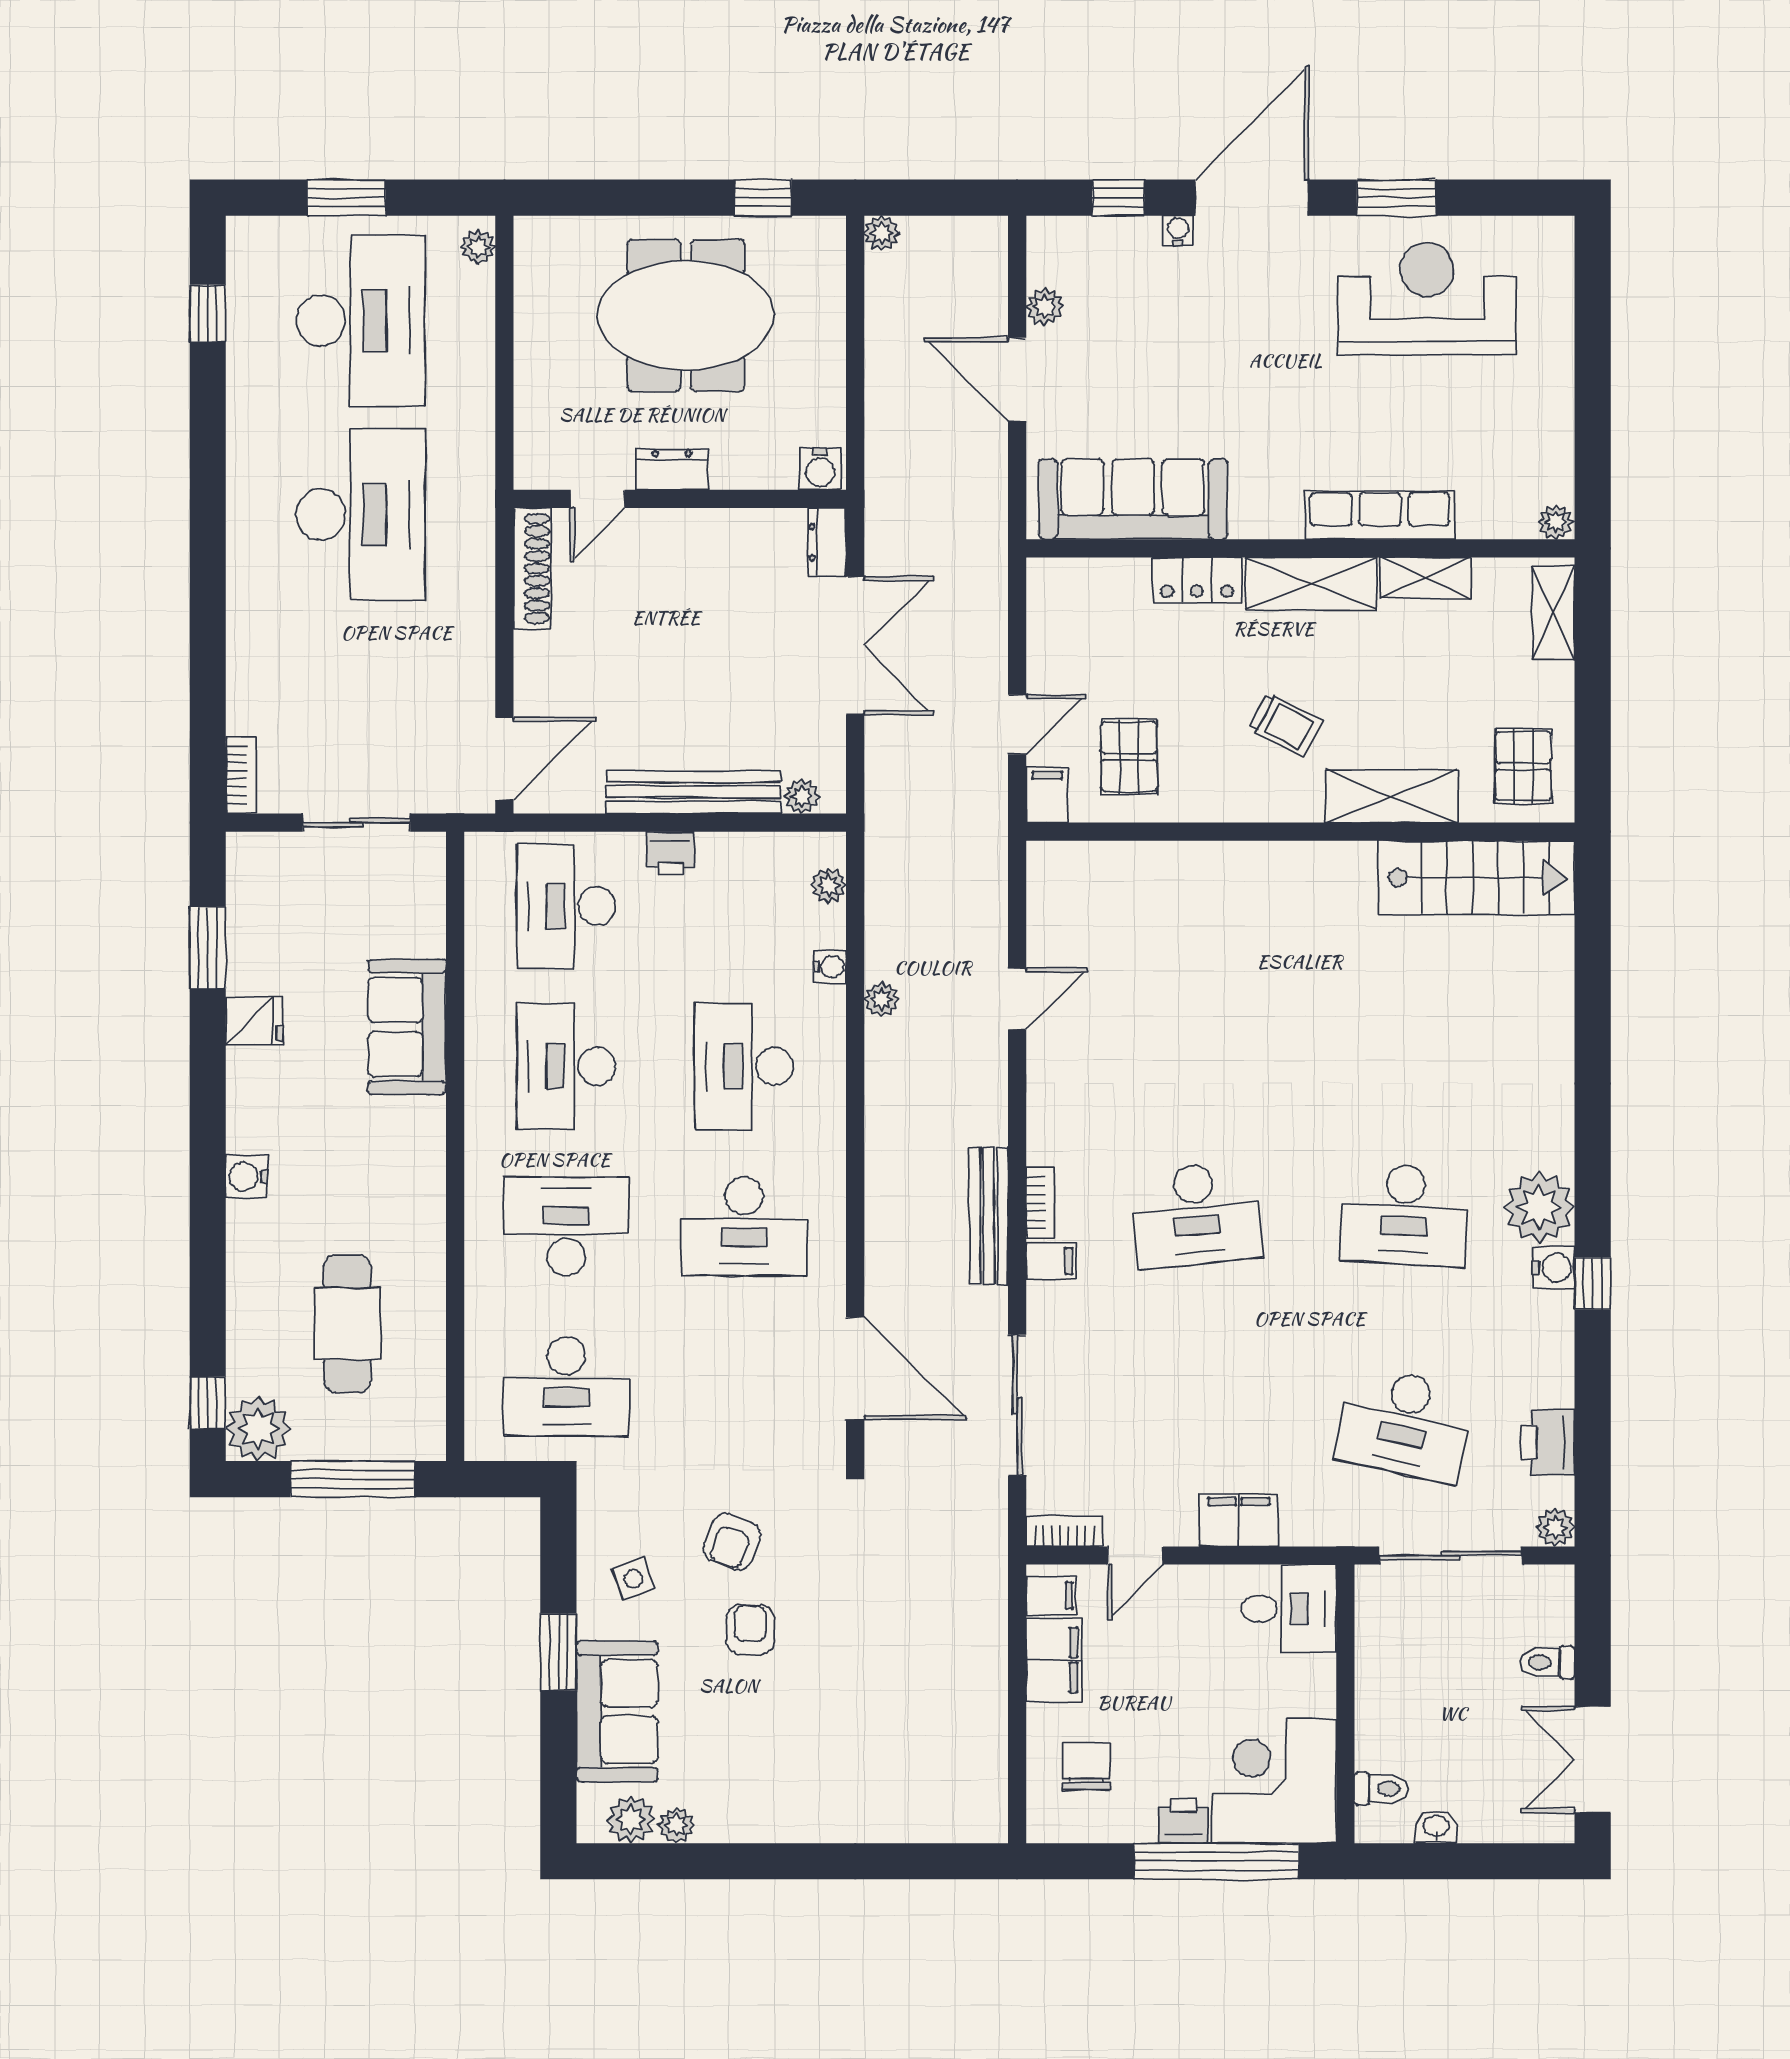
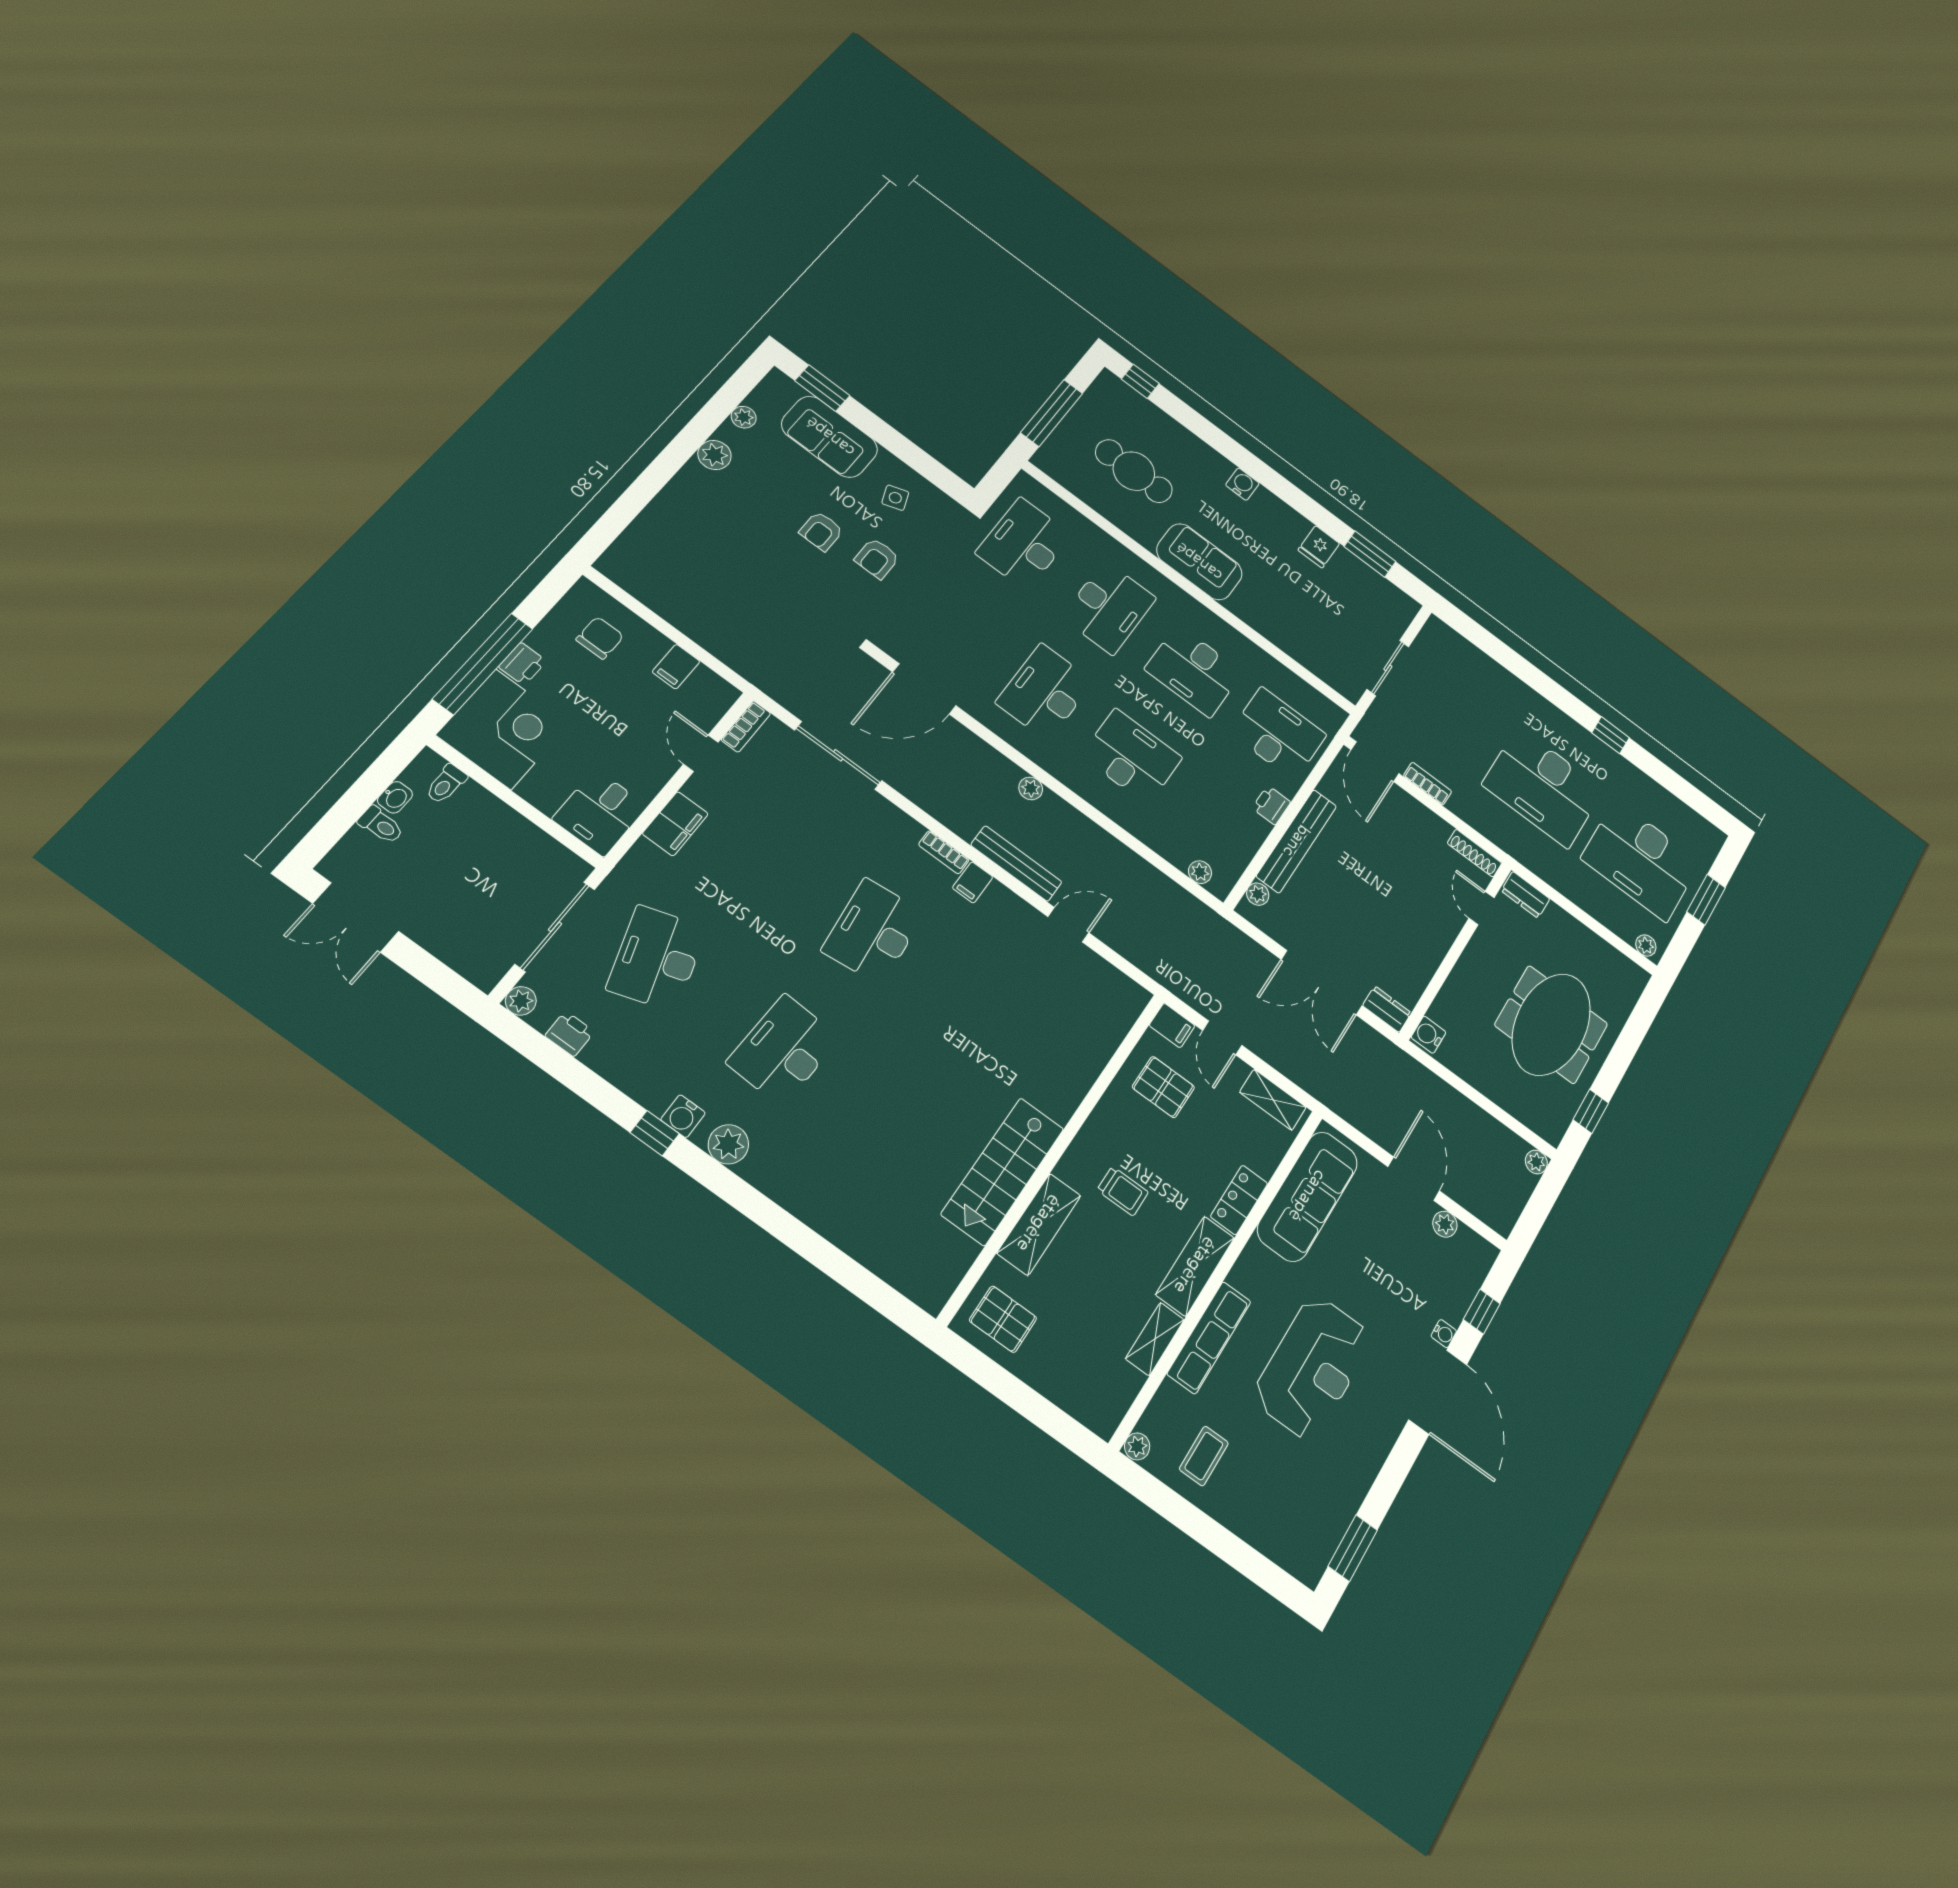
window: (1396, 198) -> (1353, 1548), moved
reception desk: (1427, 299) -> (1313, 1367), moved
window: (208, 313) -> (1610, 735), moved
door: (1017, 380) -> (1414, 1179), hinge flipped
coffee table: (1514, 438) -> (1204, 1456), added
dresser: (672, 470) -> (1525, 895), moved, turned 90
shoe rack: (532, 568) -> (1474, 853), width x0.74, depth x0.81
shelving: (1553, 613) -> (1273, 1100), moved
trolley: (1285, 725) -> (1123, 1191), turned -118
bookcase: (241, 775) -> (1428, 784), moved, turned 180
stairs: (1476, 878) -> (1003, 1171), moved
water cooler: (830, 967) -> (1155, 840), removed
plant: (882, 999) -> (1031, 788), moved
door: (1017, 999) -> (1068, 925), swing flipped
sofa: (407, 1027) -> (1199, 562), moved
desk: (566, 1066) -> (1194, 671), turned 180
plant: (1539, 1207) -> (728, 1144), width x0.73, depth x0.73
bench: (989, 1216) -> (1016, 864), moved
filing cabinet: (1051, 1261) -> (973, 882), moved
desk: (1404, 1424) -> (657, 958), turned -30
plant: (258, 1429) -> (1110, 393), removed
printer: (1548, 1442) -> (570, 1034), width x0.73, depth x0.81
armchair: (732, 1542) -> (877, 558), turned -112
filing cabinet: (1051, 1596) -> (714, 693), removed
armchair: (750, 1629) -> (821, 531), turned 90
window: (558, 1652) -> (822, 388), moved
filing cabinet: (1054, 1660) -> (676, 667), width x0.50
toilet: (1547, 1662) -> (381, 825), moved, turned 90
double door: (1593, 1760) -> (356, 917), swing flipped
chair: (1086, 1766) -> (600, 638), turned -90
plant: (631, 1820) -> (715, 455), moved

